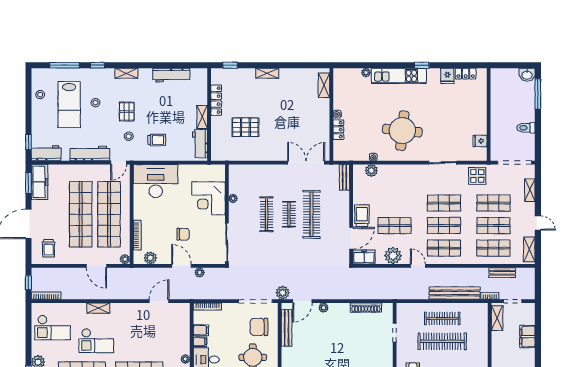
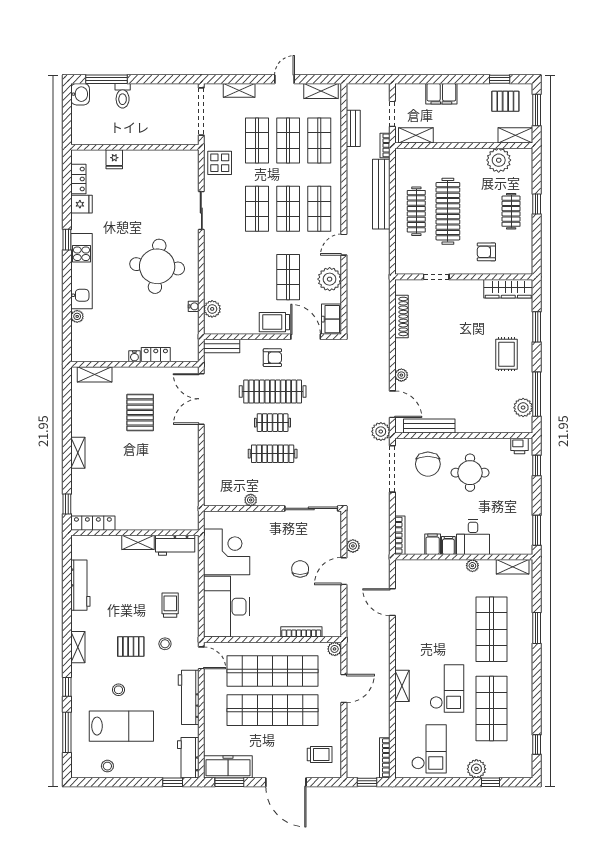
locker: (216, 100) -> (93, 523), moved
pallet: (245, 127) -> (140, 413), moved
toilet: (526, 128) -> (123, 96), moved
fridge: (480, 141) -> (114, 159), moved
corner desk: (208, 198) -> (227, 552), moved, turned -90
armchair: (336, 214) -> (272, 358), added
plant: (150, 258) -> (333, 614), removed

